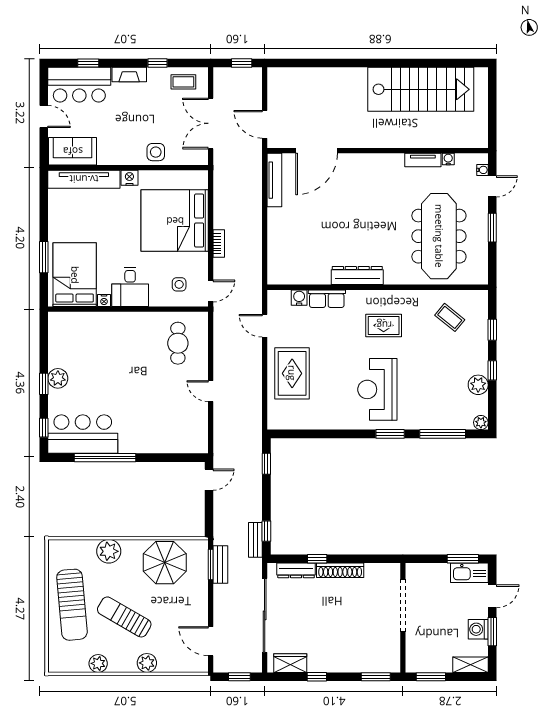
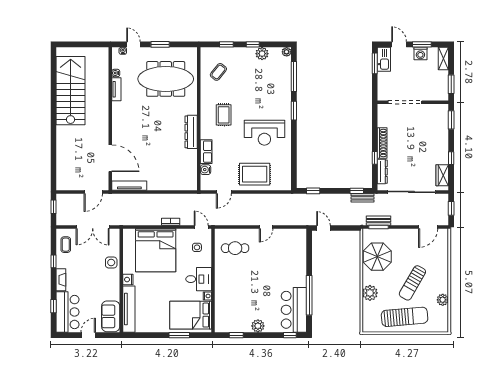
window: (44, 384) -> (236, 335), moved
reception desk: (377, 389) -> (264, 133), moved
plant: (147, 663) -> (442, 268), removed

